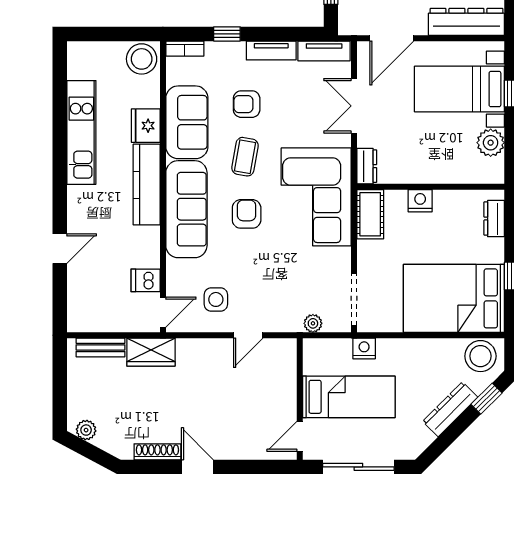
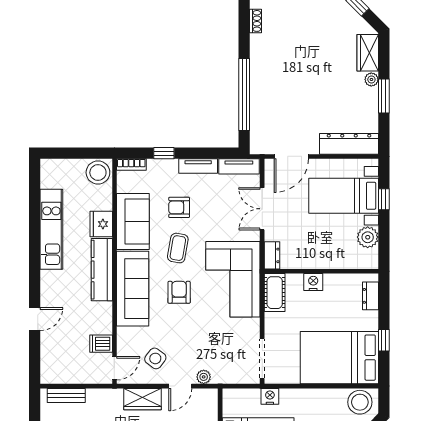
side table: (216, 299) -> (155, 358), turned 37
plant: (313, 323) -> (204, 377), moved
wardrobe: (151, 352) -> (142, 399), moved

